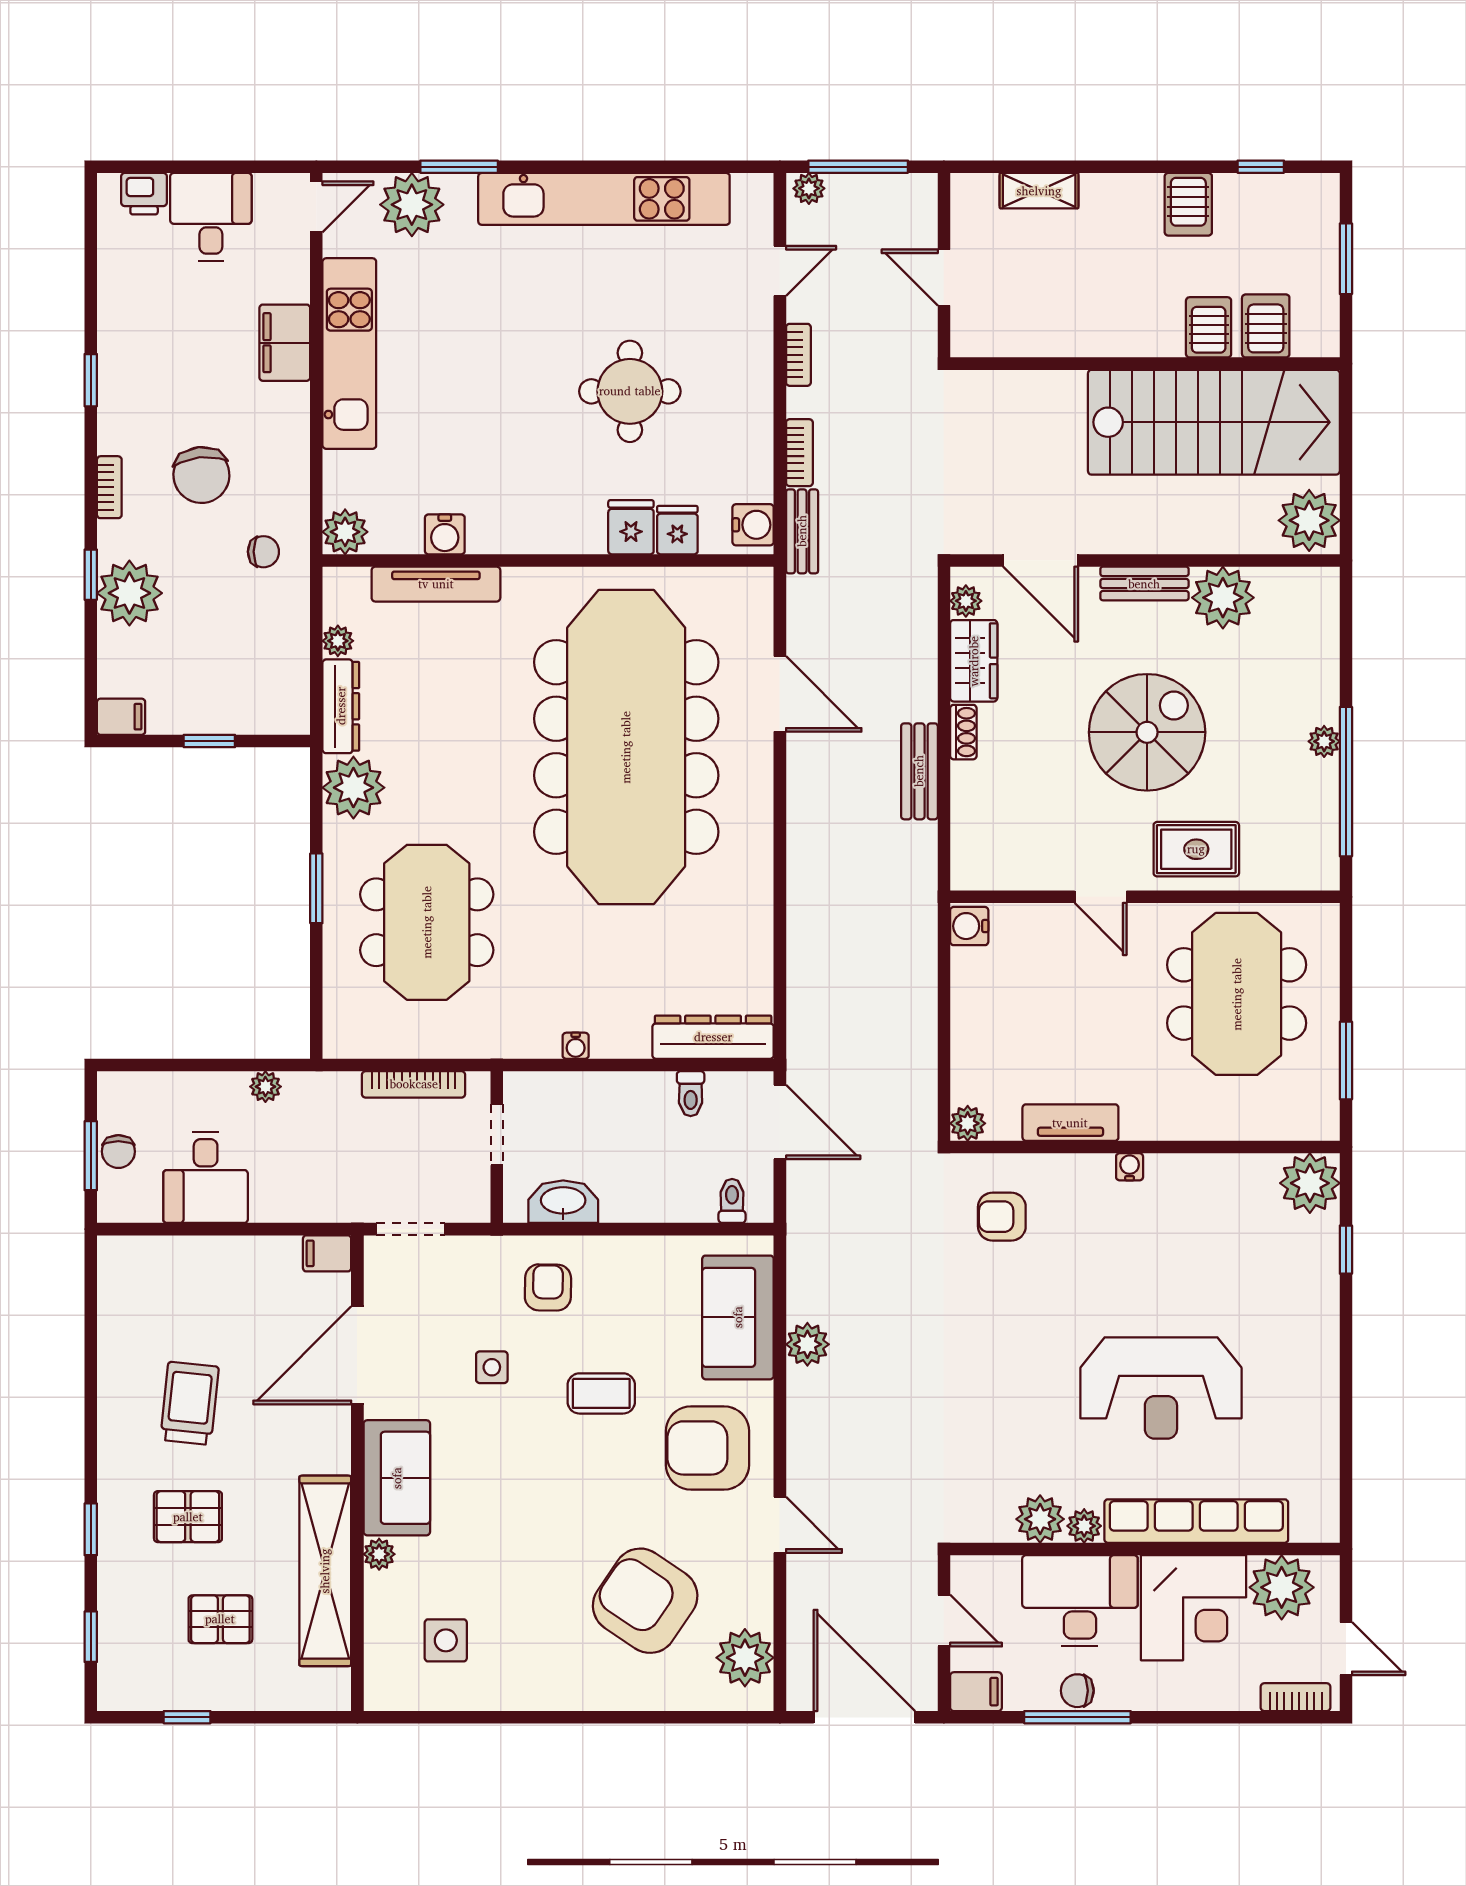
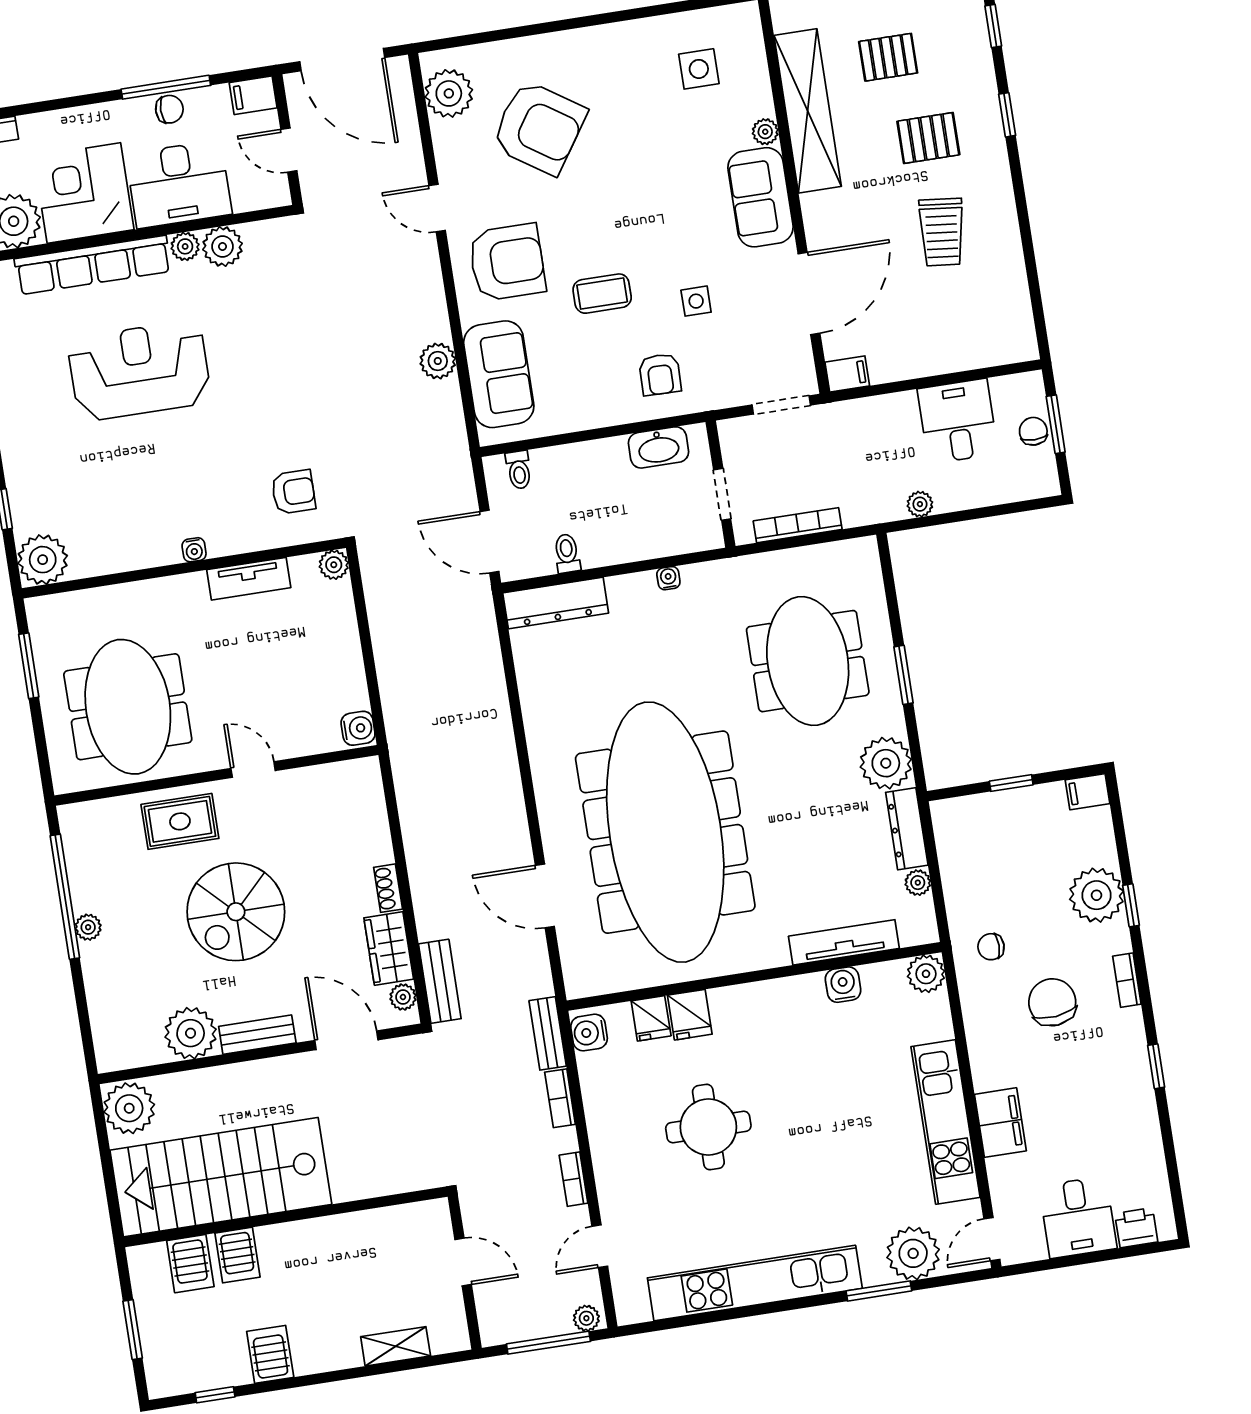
bench: (919, 771) -> (440, 981), moved

